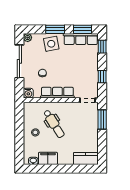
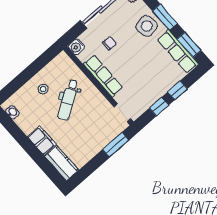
window: (102, 47) -> (178, 90), moved
filing cabinet: (48, 158) -> (42, 140), moved

